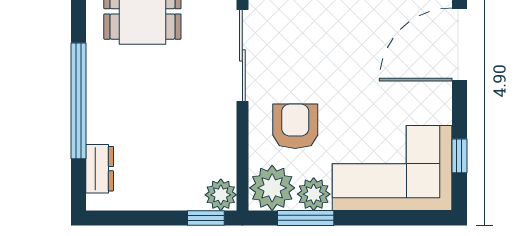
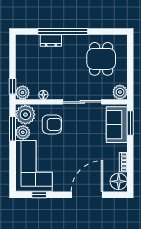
door: (459, 44) -> (87, 195), hinge flipped
floor lamp: (226, 146) -> (43, 95), added
dresser: (100, 169) -> (51, 41), moved

